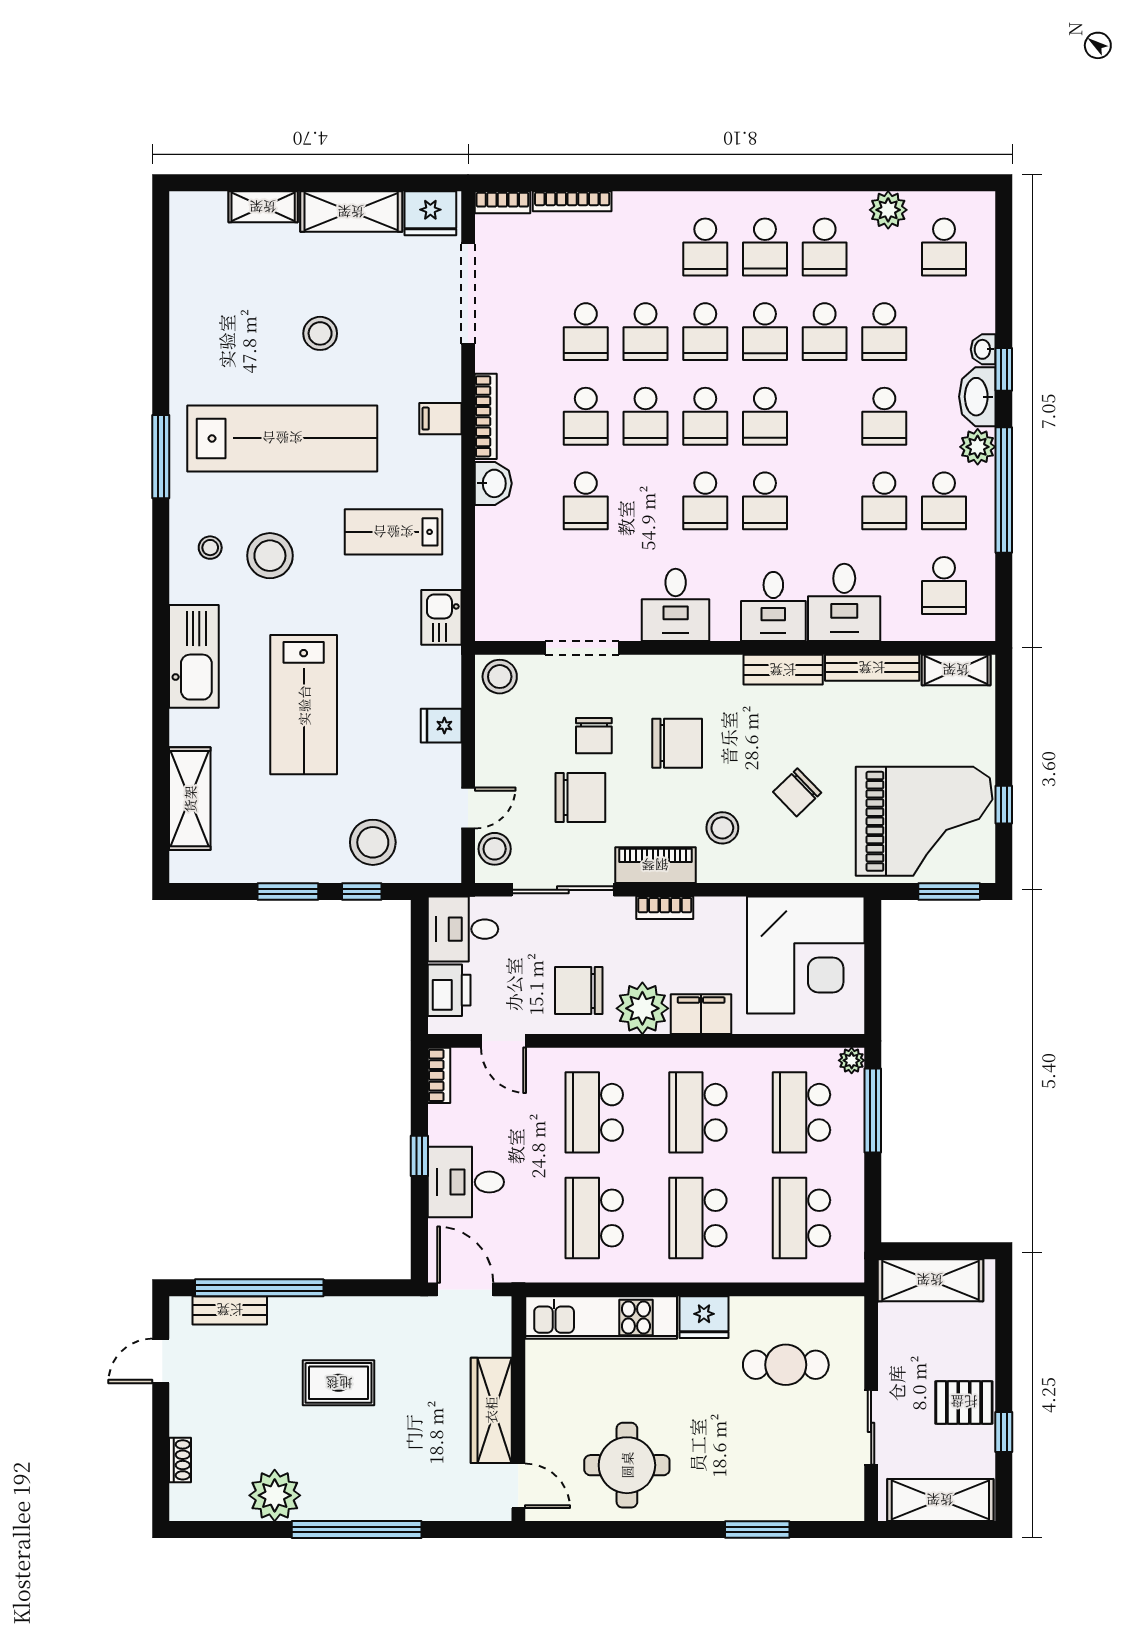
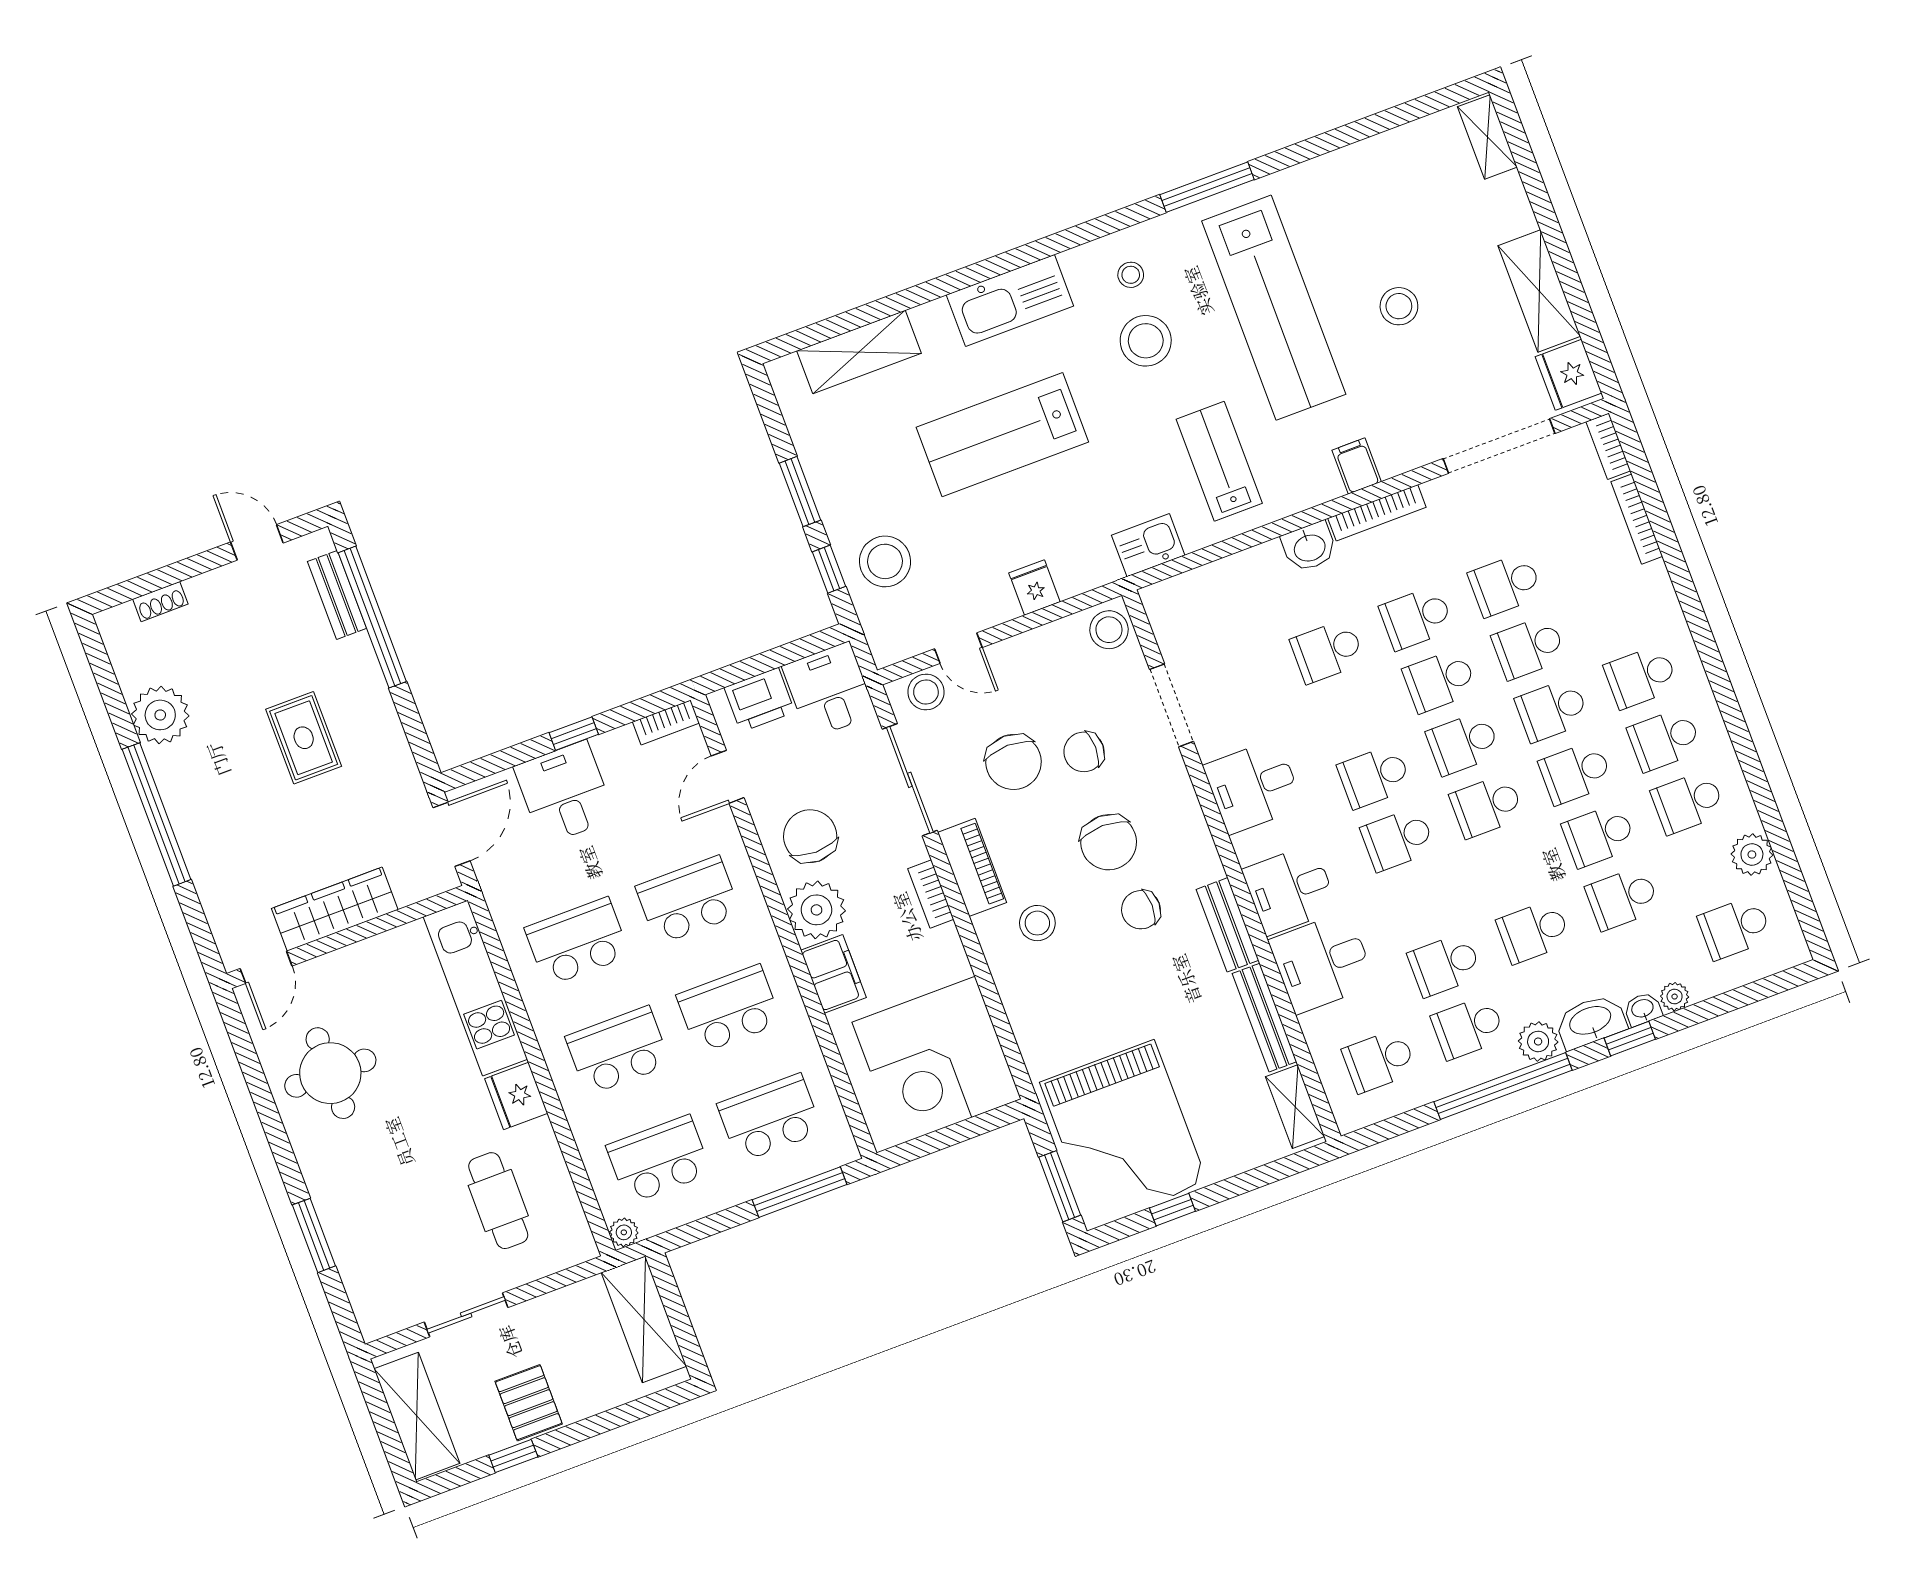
shelving: (263, 207) -> (1487, 137), moved
plant: (983, 319) -> (1675, 997), added
chair: (797, 792) -> (1141, 910), moved, turned -46
plant: (852, 1060) -> (624, 1232), moved

